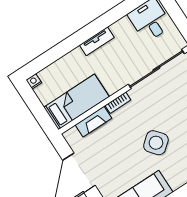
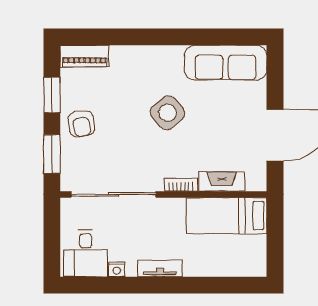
nightstand: (34, 81) -> (117, 269), moved

